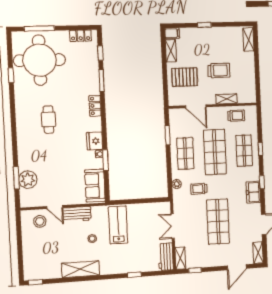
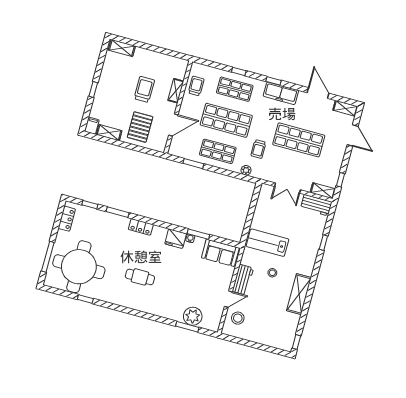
freezer: (253, 192) -> (281, 93), width x1.40

